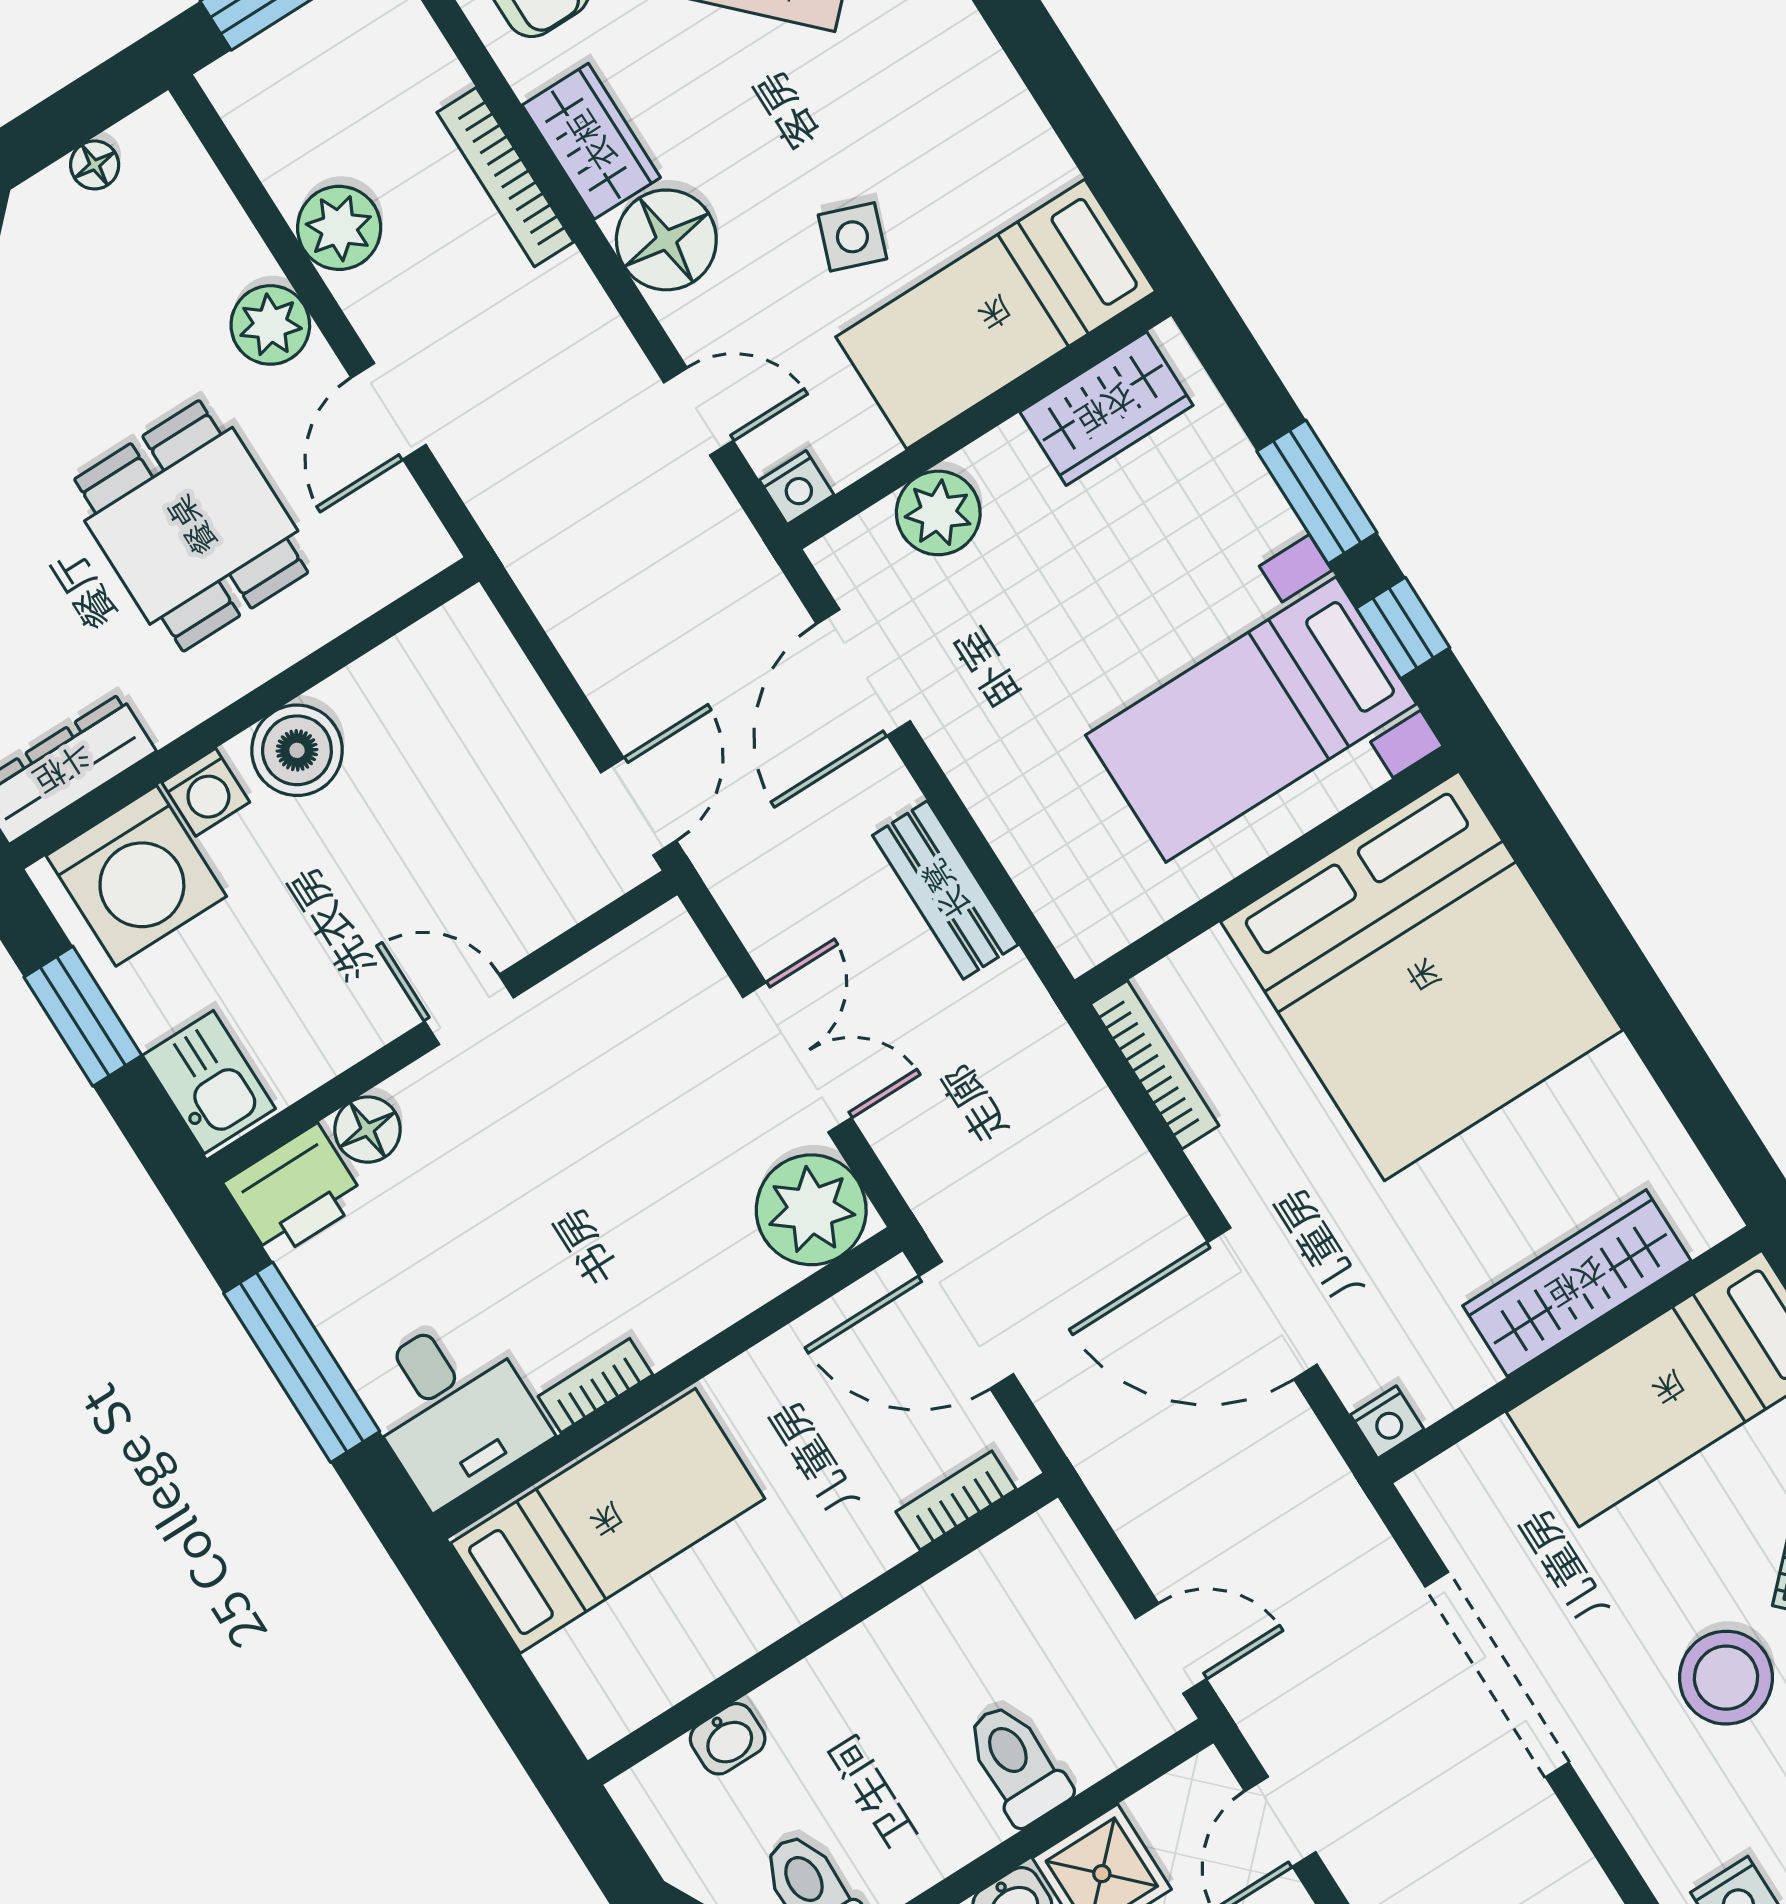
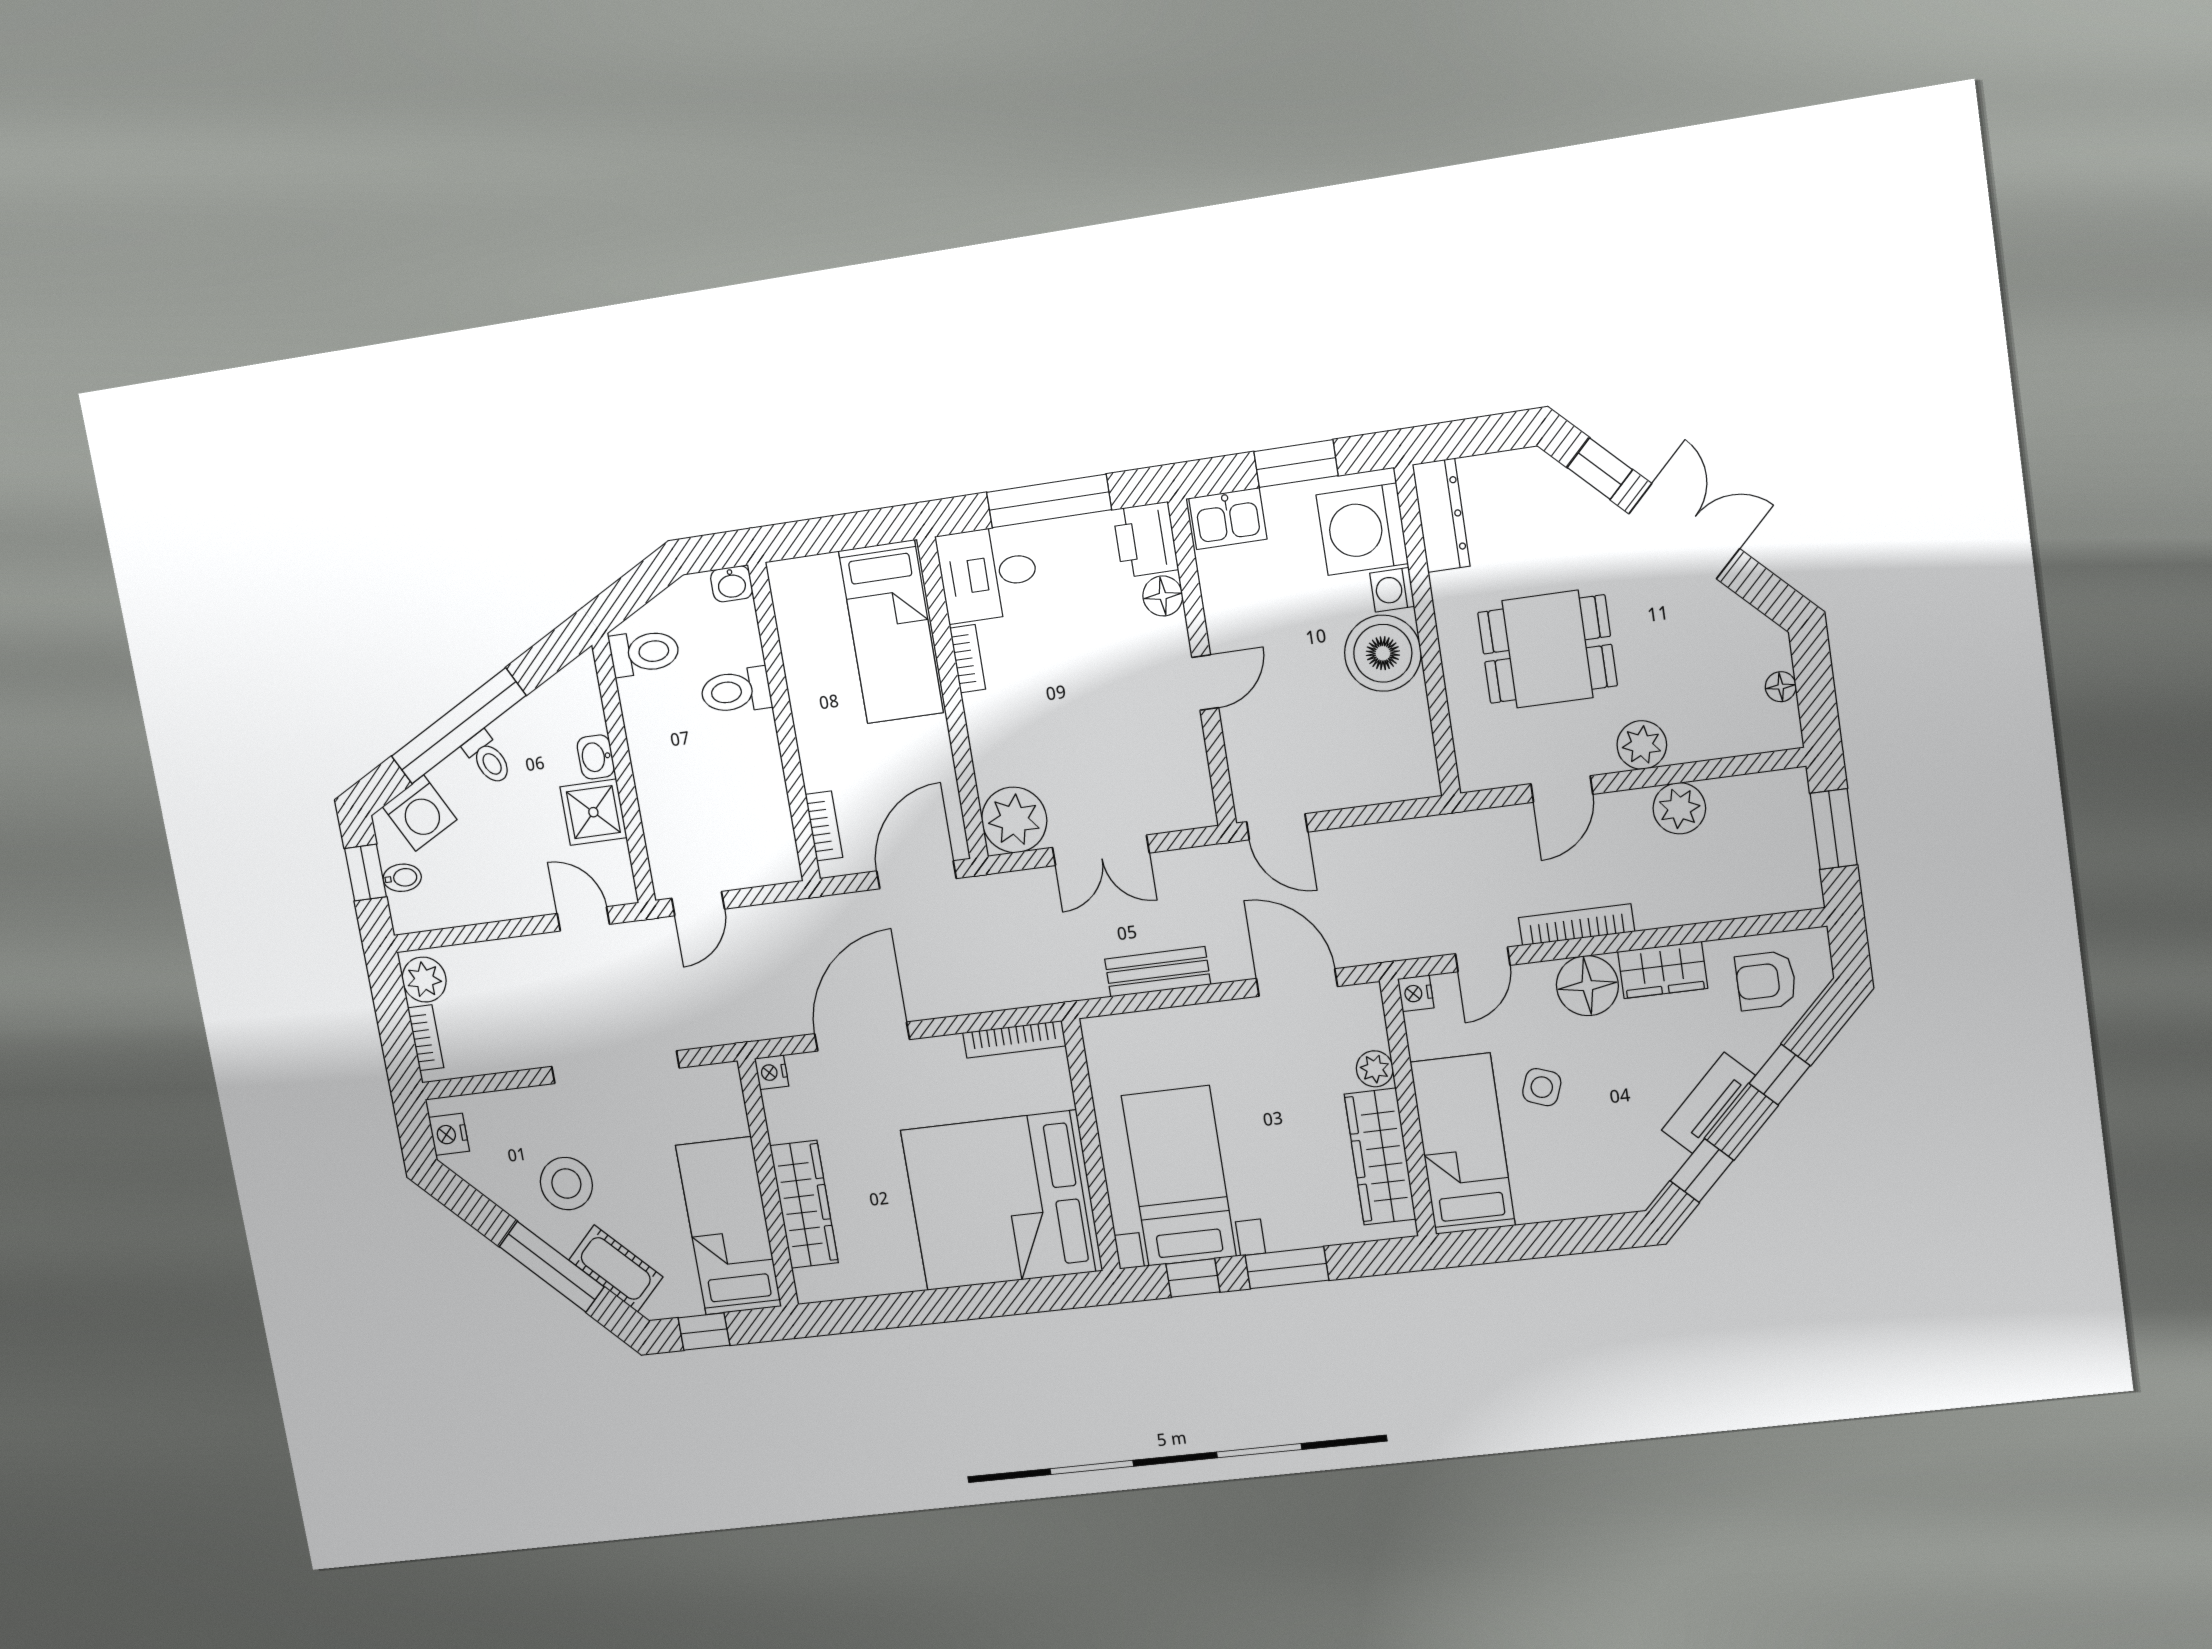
bookcase: (505, 177) -> (1576, 925), moved
wardrobe: (1106, 409) -> (1380, 1157), width x1.50
door: (389, 411) -> (1562, 789), swing flipped
plant: (938, 513) -> (1375, 1069), width x0.73, depth x0.73
boiler: (297, 750) -> (1383, 653), width x1.37, depth x1.37
washbasin: (728, 1739) -> (732, 584), moved, turned -90
toilet: (1017, 1764) -> (736, 691), moved, turned 180

